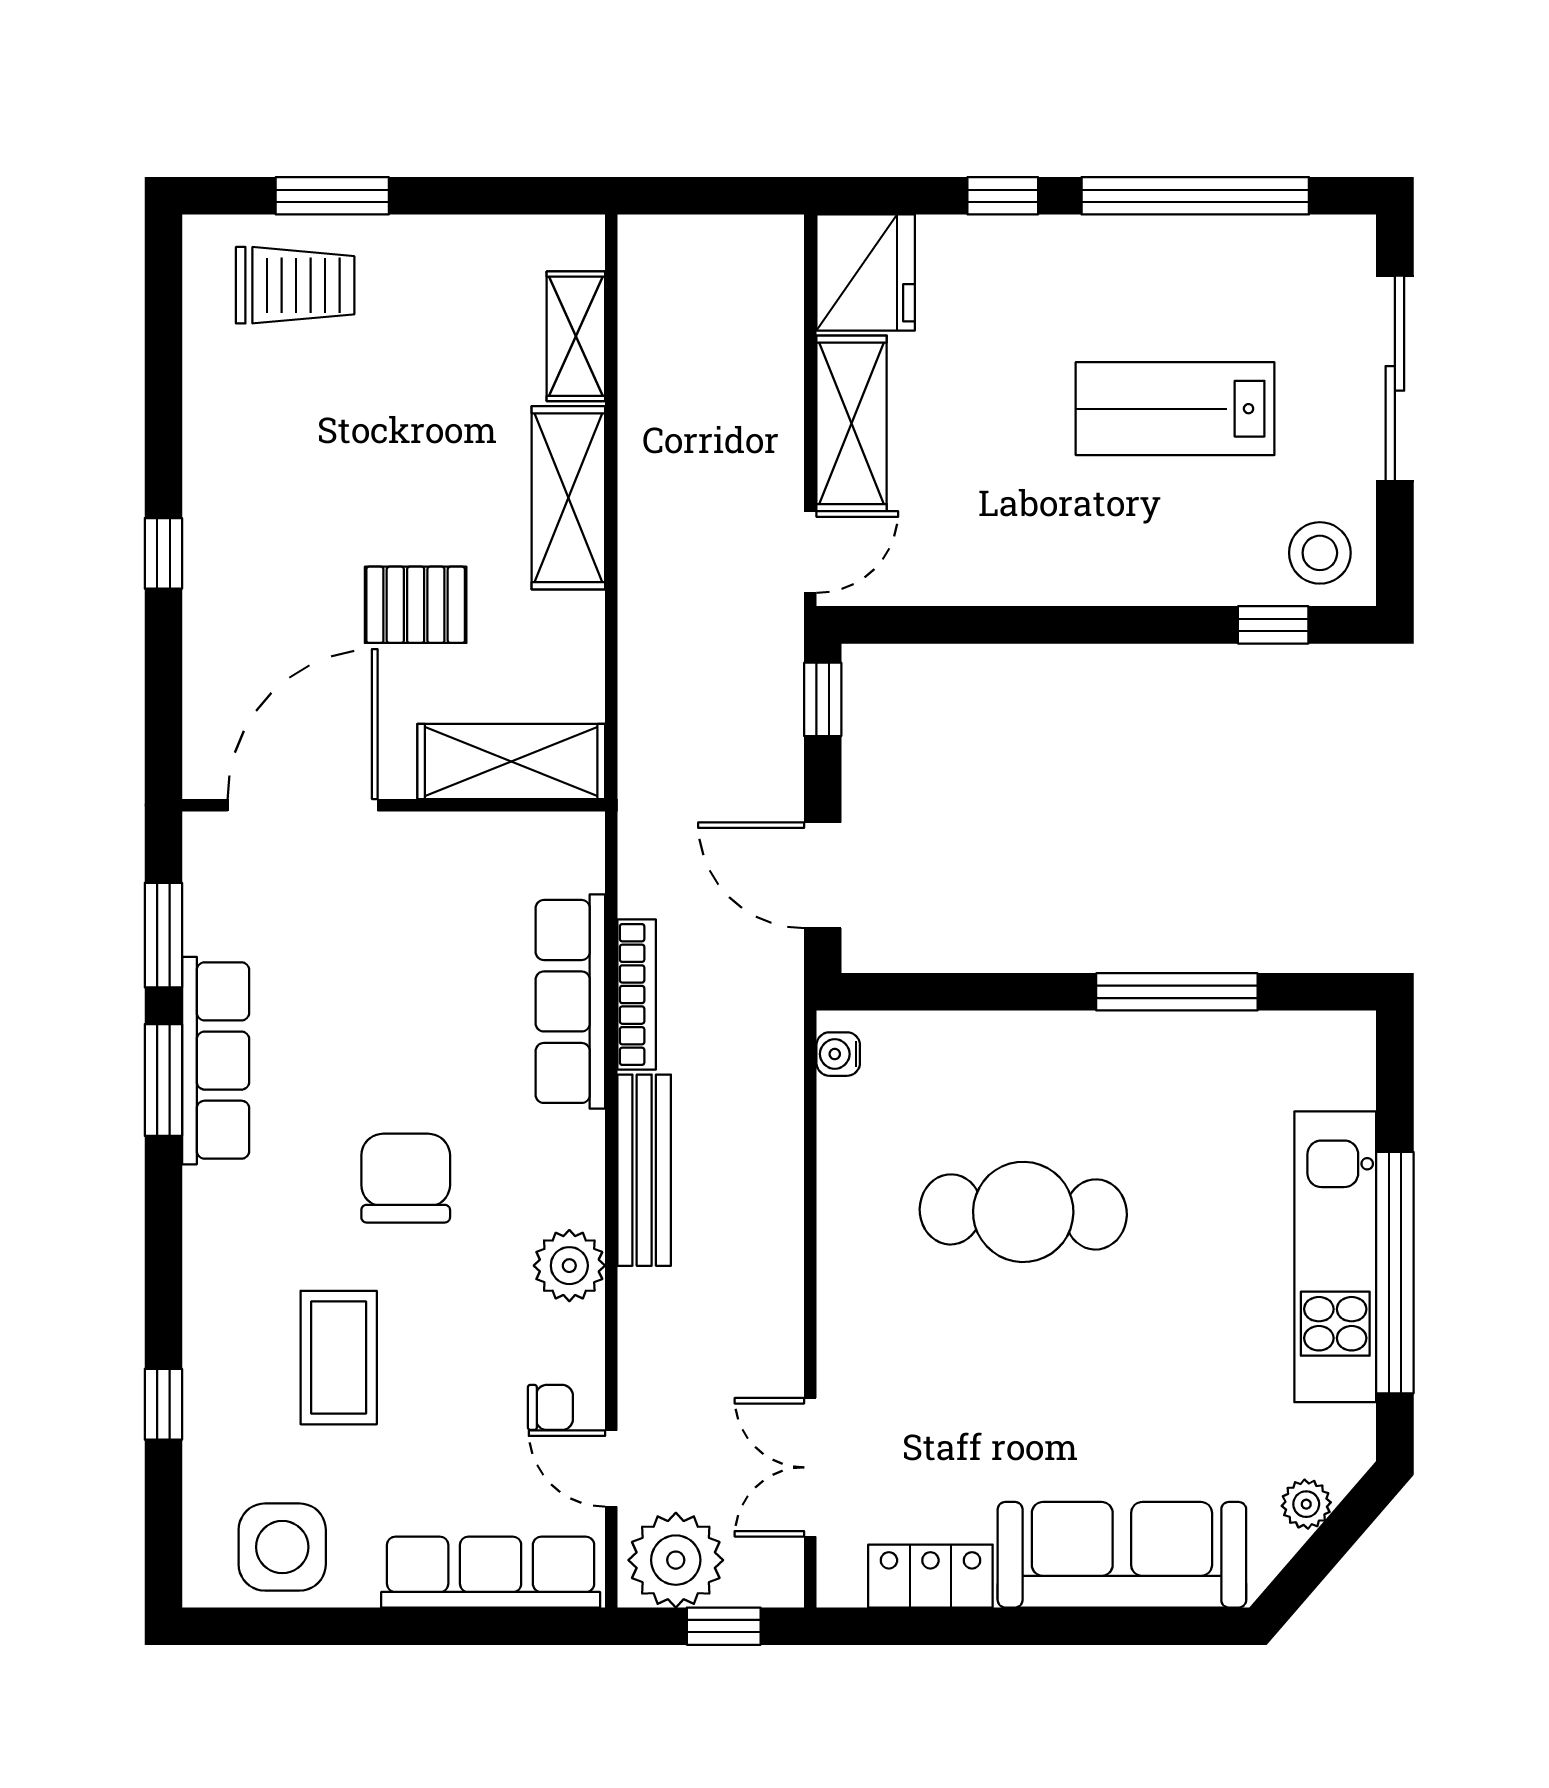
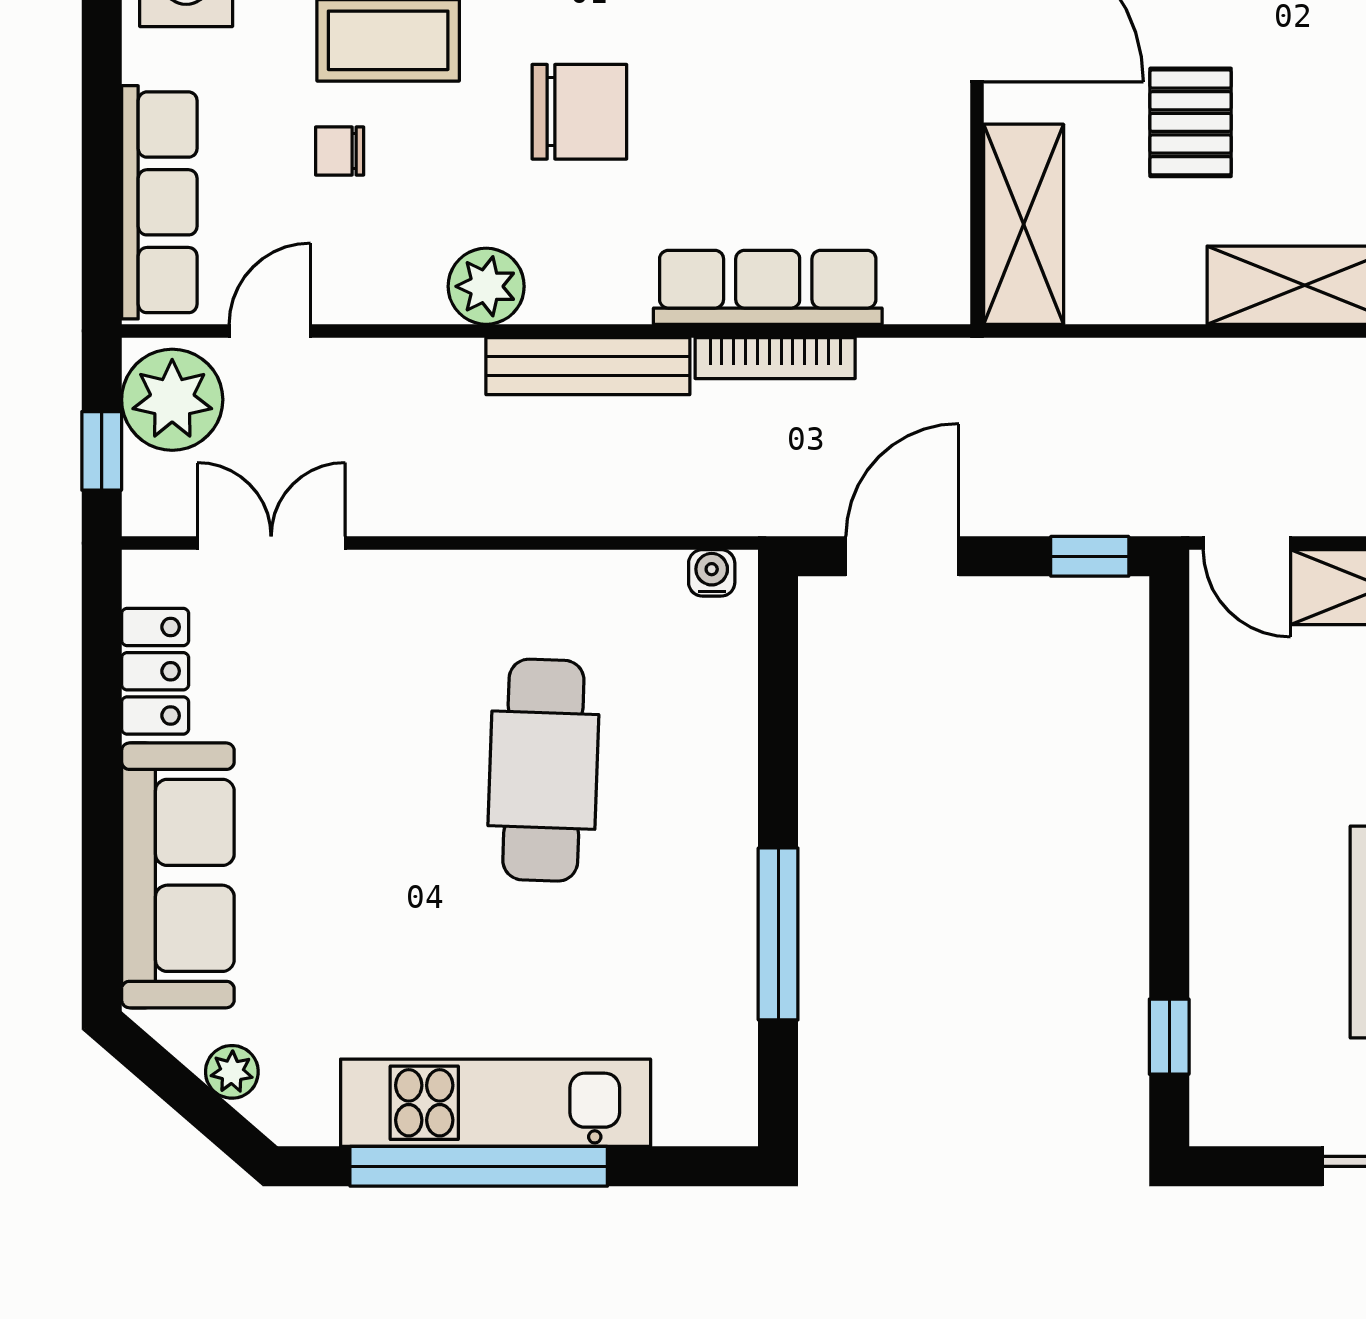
stool: (1320, 553) -> (1246, 1086), removed
chair: (550, 1407) -> (340, 151), moved, turned 90

